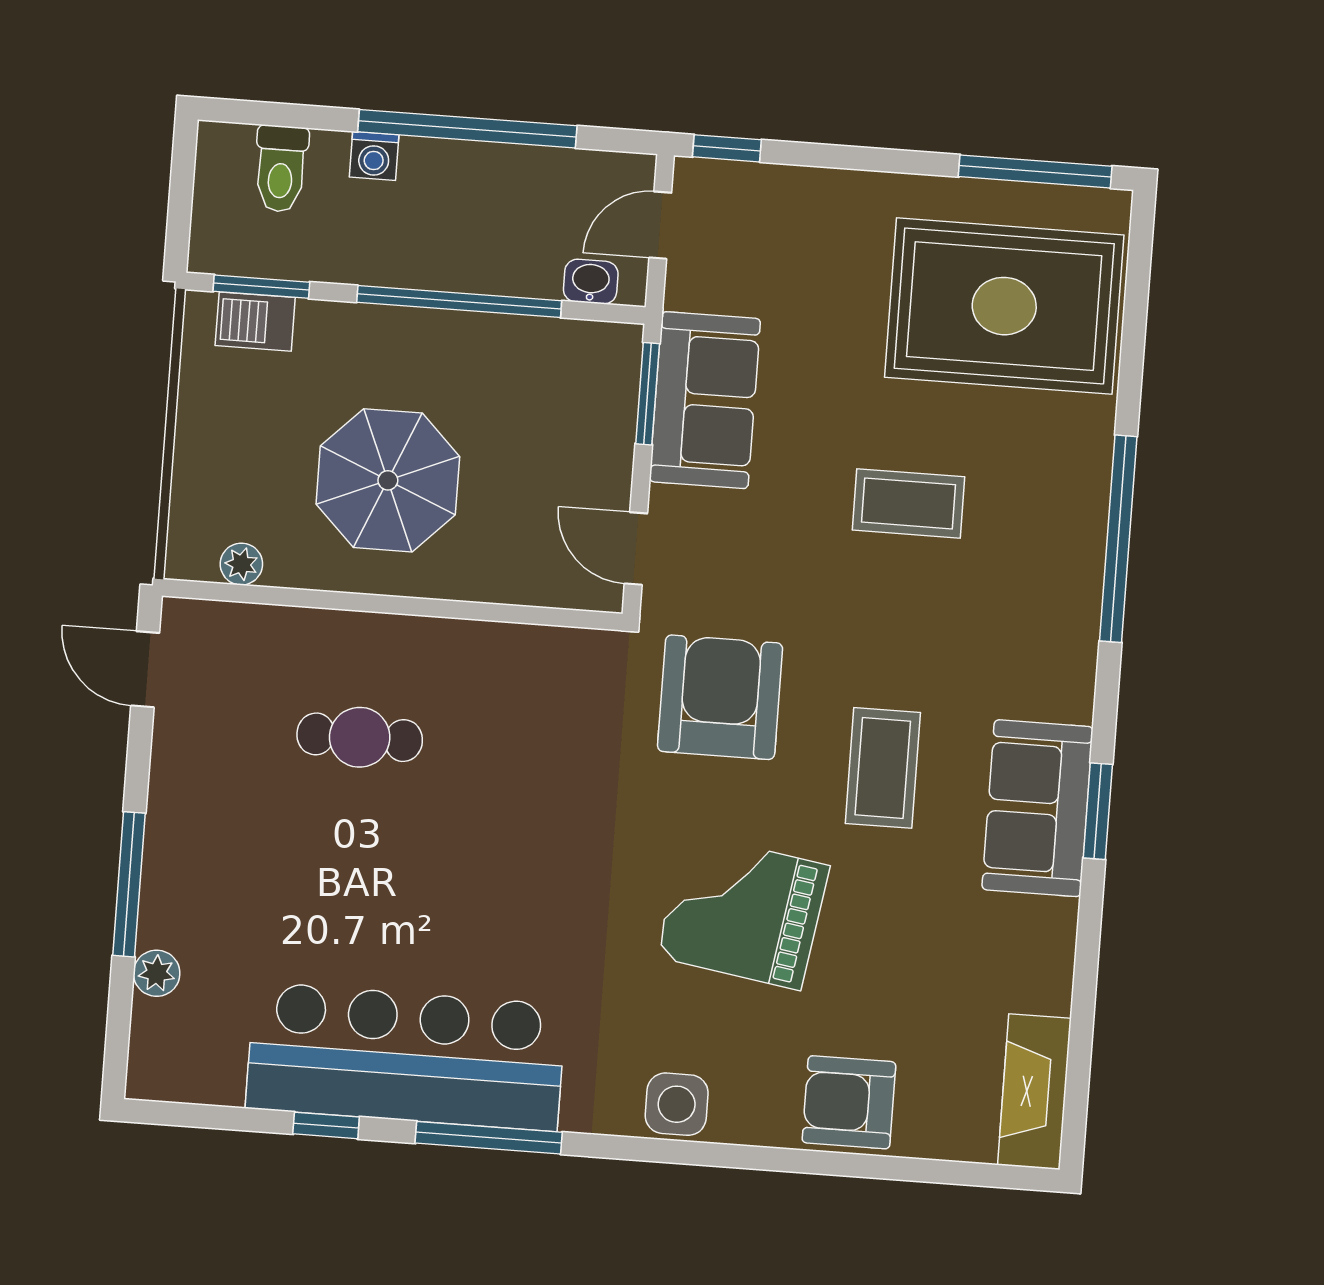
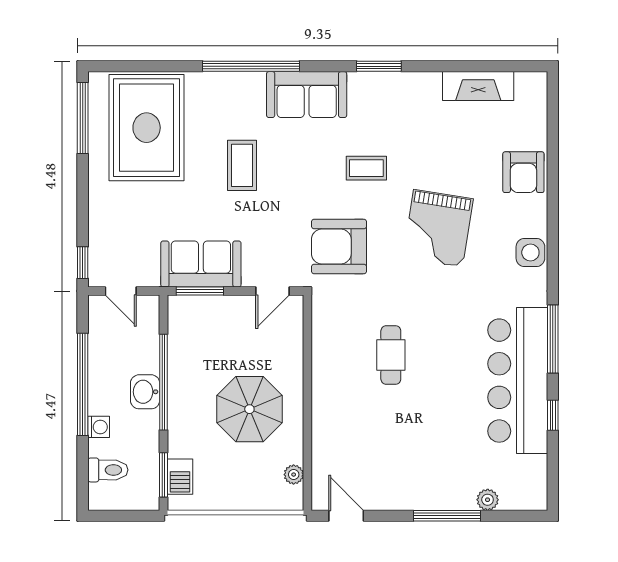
washbasin: (591, 282) -> (145, 392), moved, width x1.38, depth x1.45
door: (145, 669) -> (346, 516), swing flipped
cafe table: (360, 737) -> (391, 355), moved
coffee table: (883, 768) -> (366, 168), width x0.73, depth x0.77
sofa: (1037, 808) -> (307, 95), moved
fireplace: (1034, 1092) -> (478, 86), moved

